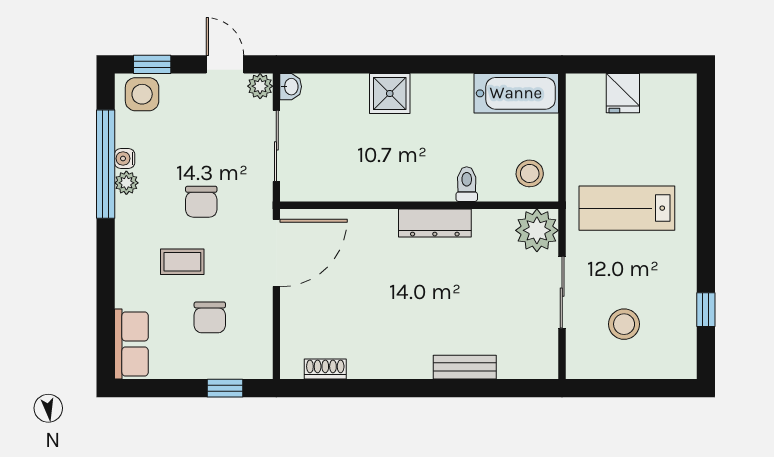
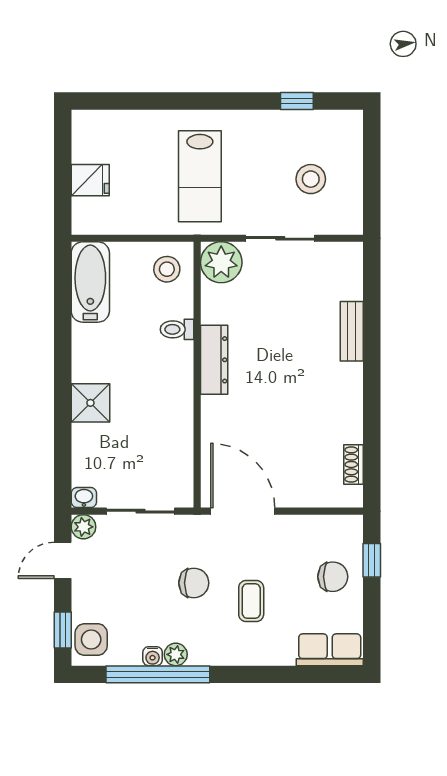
chair: (210, 317) -> (333, 577), moved

